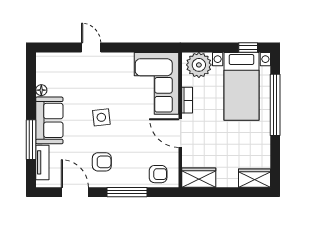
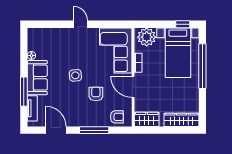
door: (91, 48) -> (81, 24), moved
armchair: (102, 162) -> (96, 94), moved, turned -90
wardrobe: (254, 178) -> (182, 120), width x1.50

